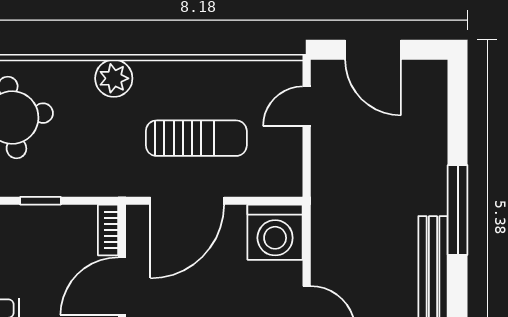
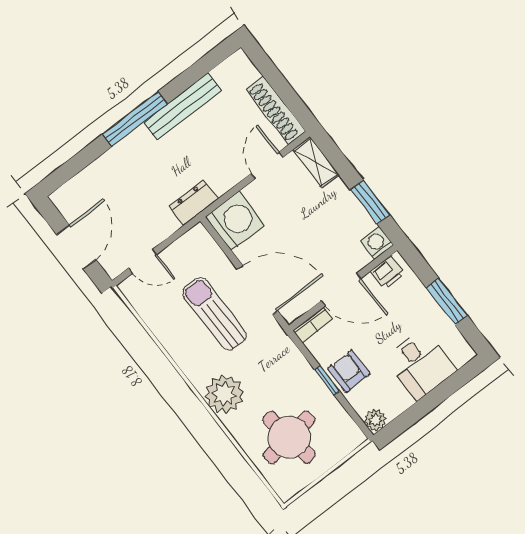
plant: (114, 78) -> (224, 394), width x1.36, depth x1.36
dresser: (326, 204) -> (194, 203), added
armchair: (32, 230) -> (349, 371), added

